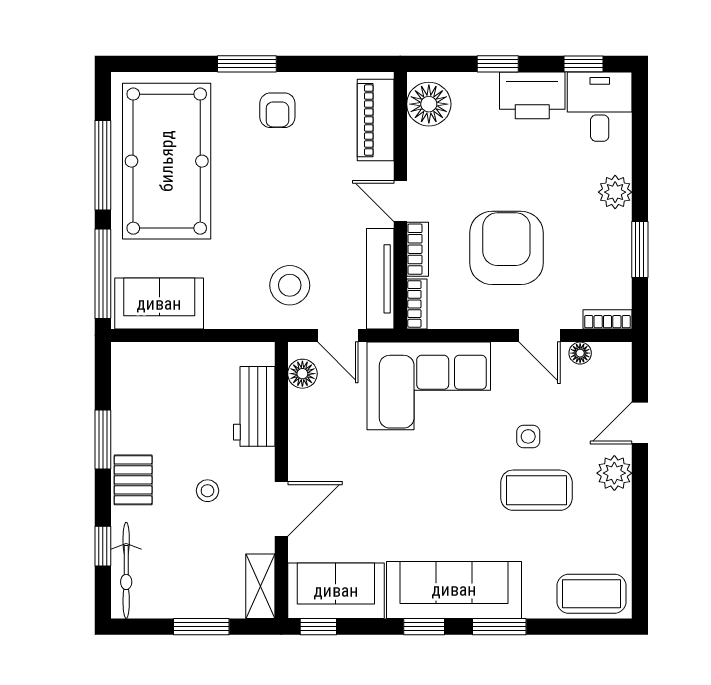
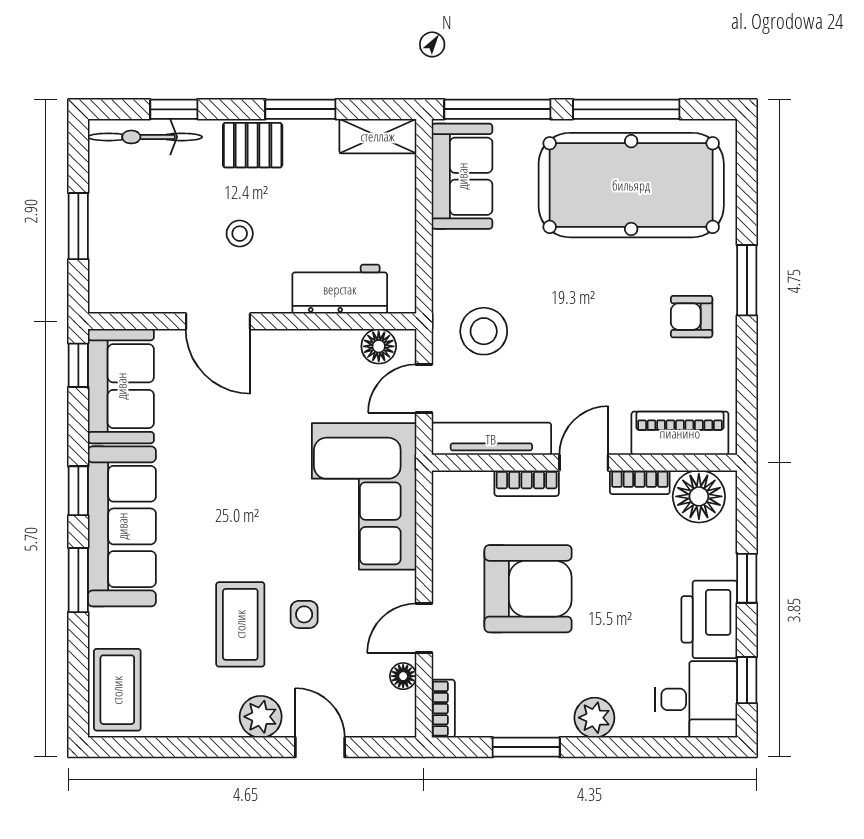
bookcase: (417, 304) -> (640, 482), moved
shelving: (260, 586) -> (378, 136), moved

